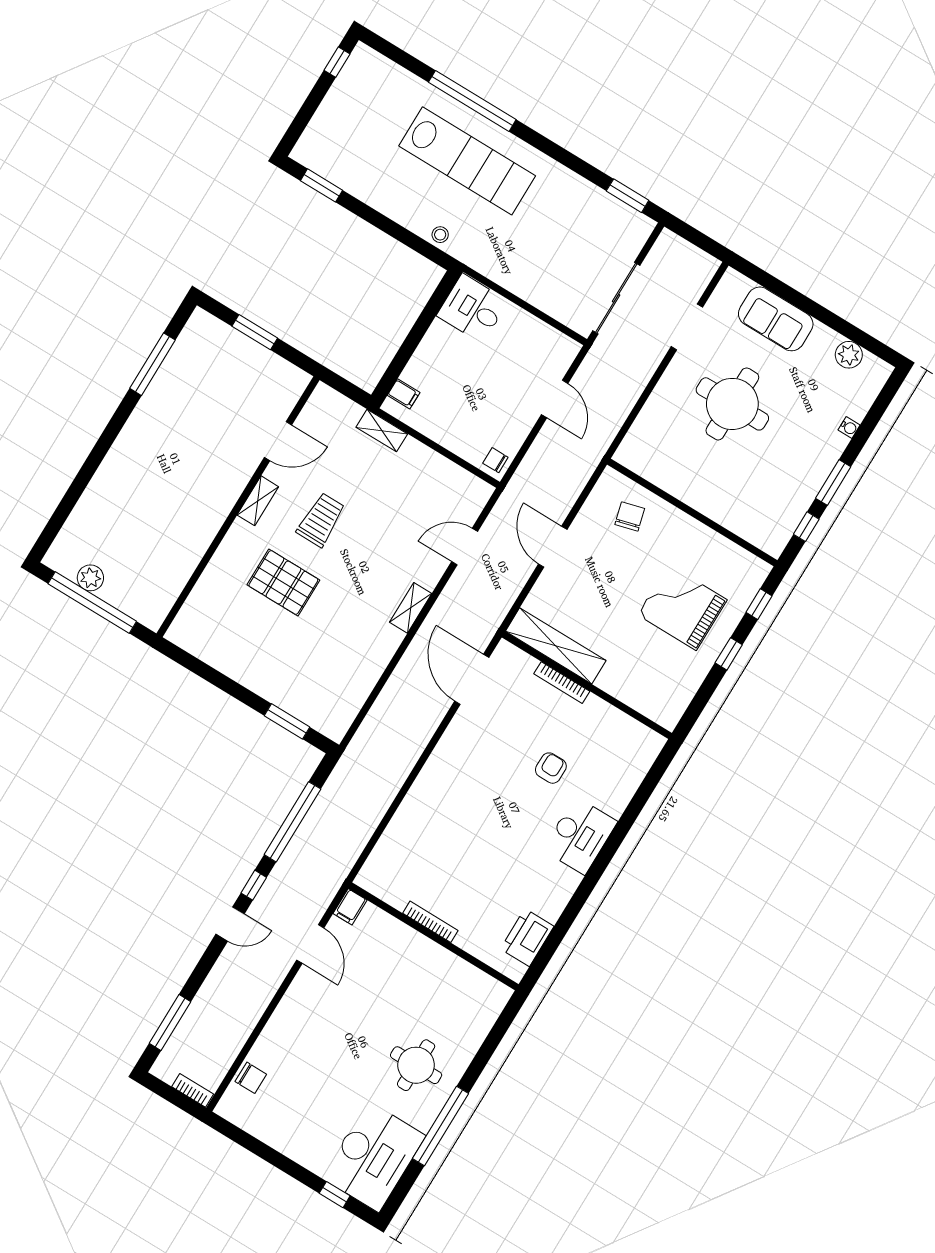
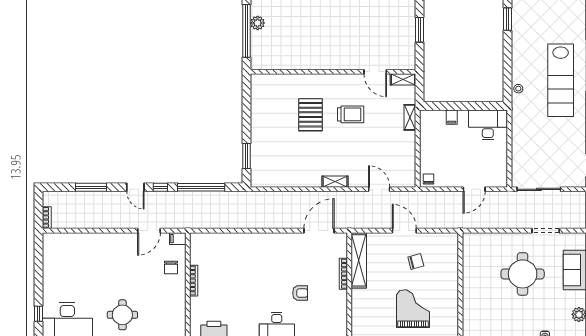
desk: (472, 308) -> (488, 125), width x1.37
filing cabinet: (404, 394) -> (452, 117), moved
shelving: (258, 501) -> (403, 79), moved
chair: (630, 516) -> (416, 262), moved
door: (553, 547) -> (404, 231), hinge flipped
window: (170, 1022) -> (91, 187), moved
chair: (251, 1078) -> (171, 267), moved

